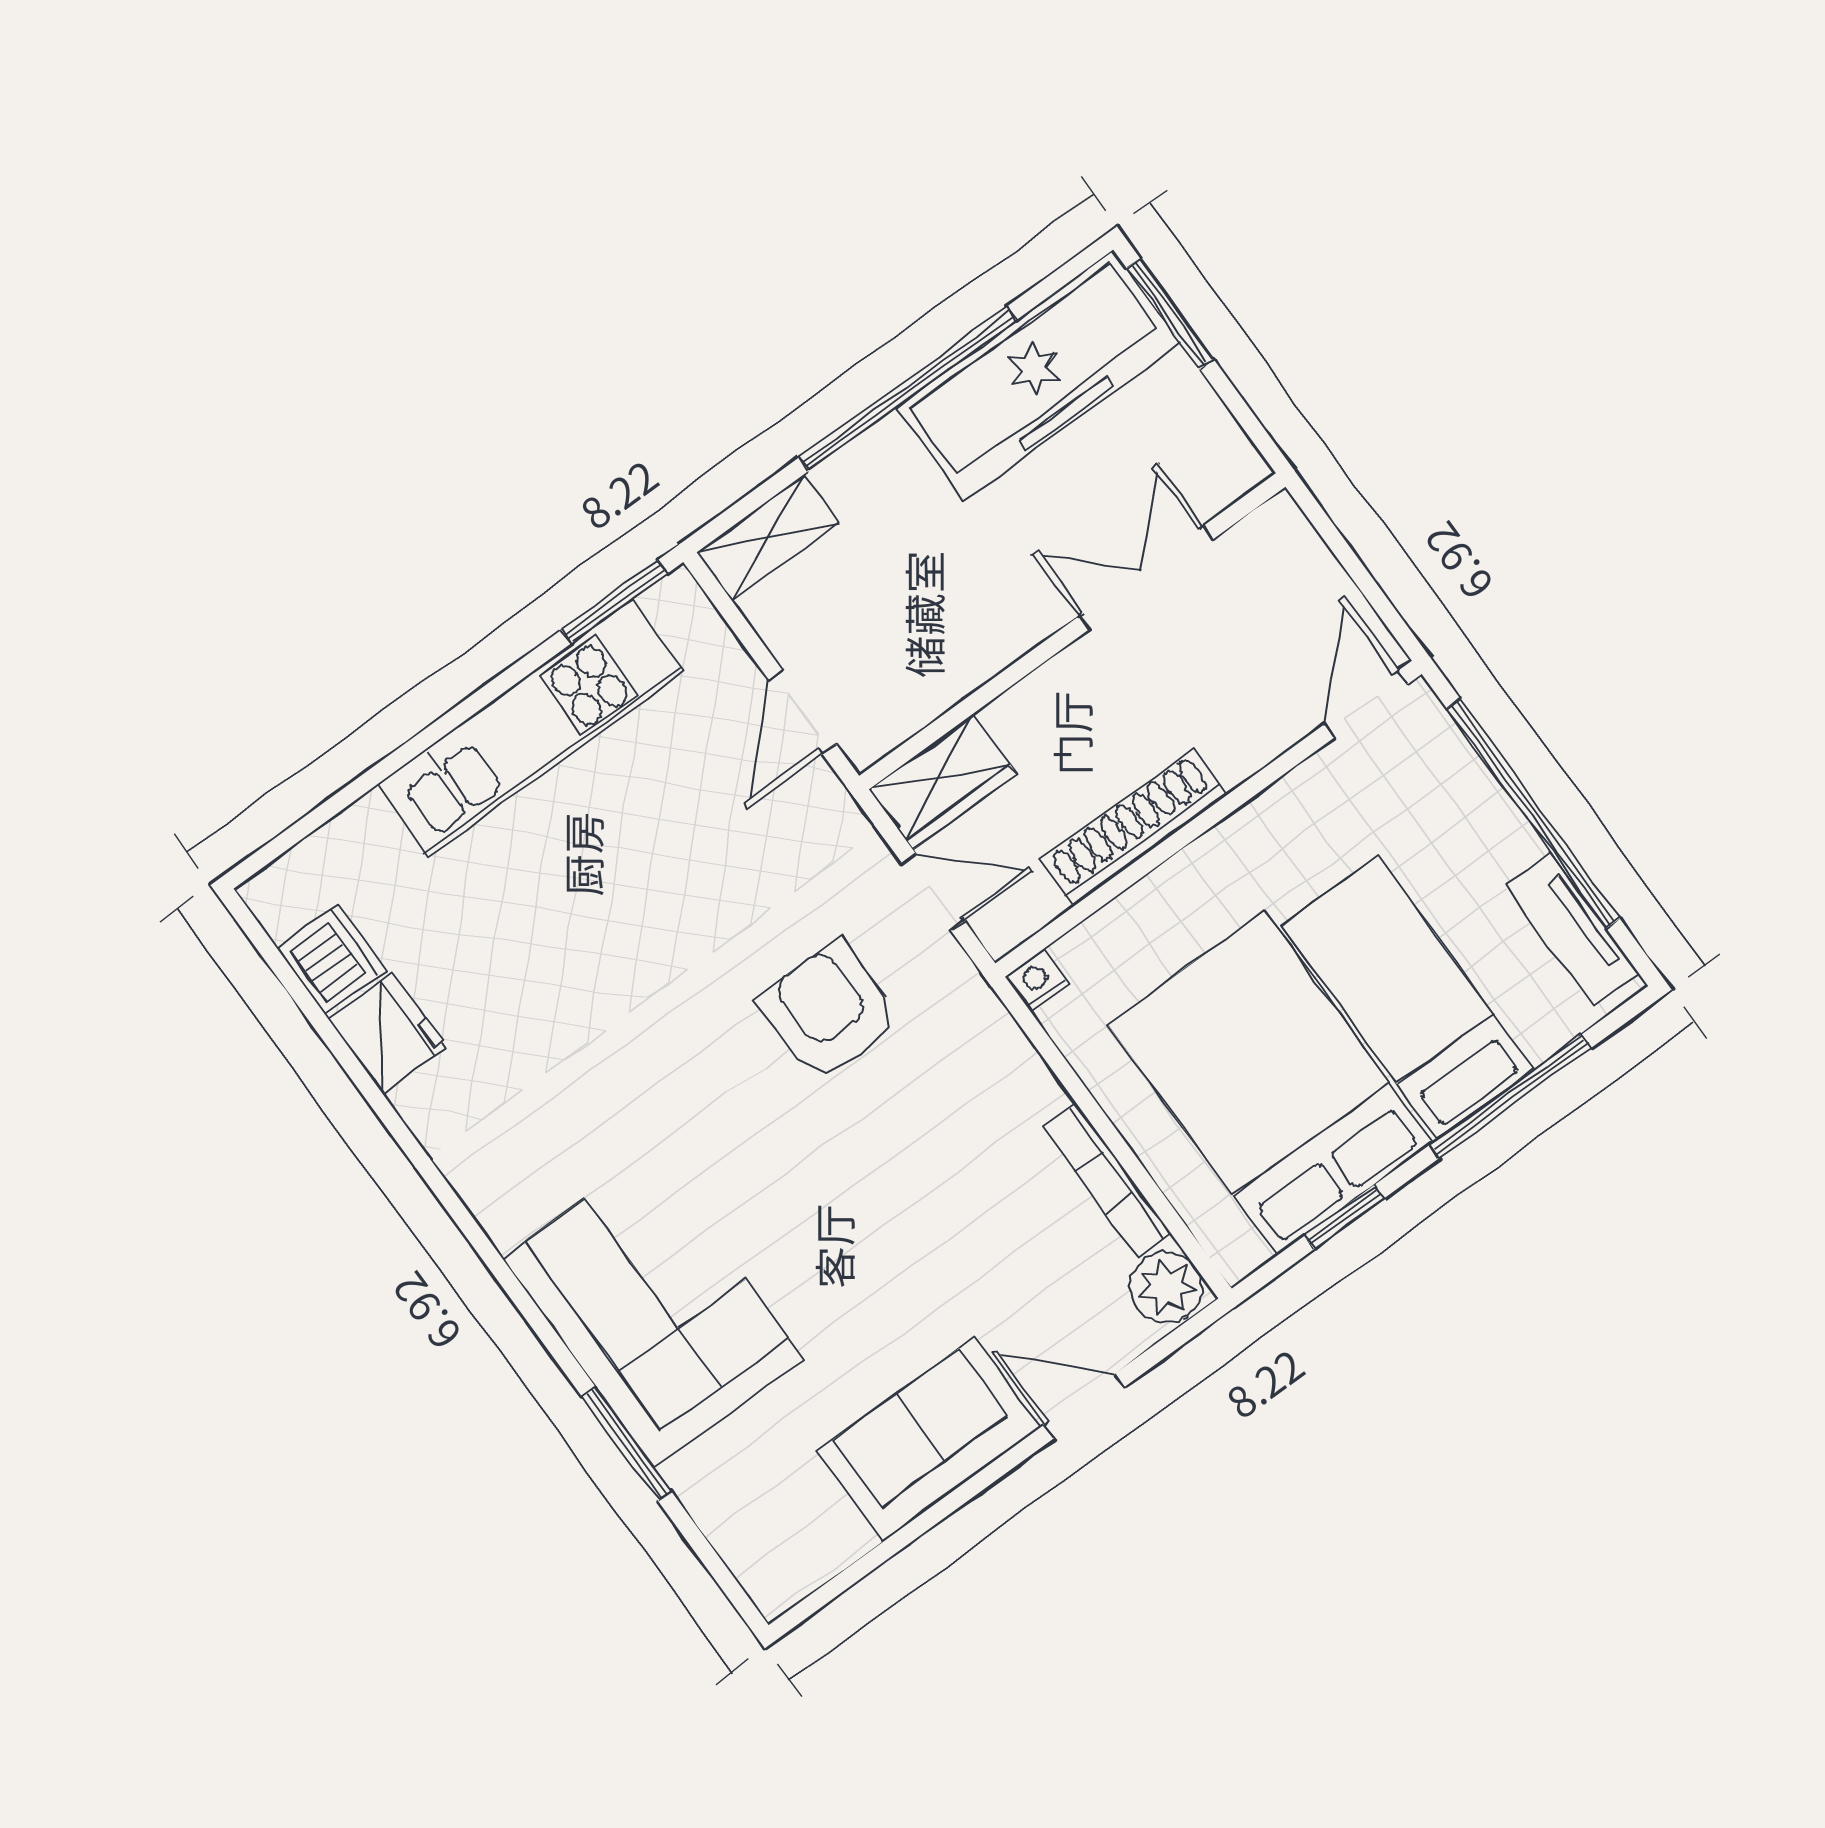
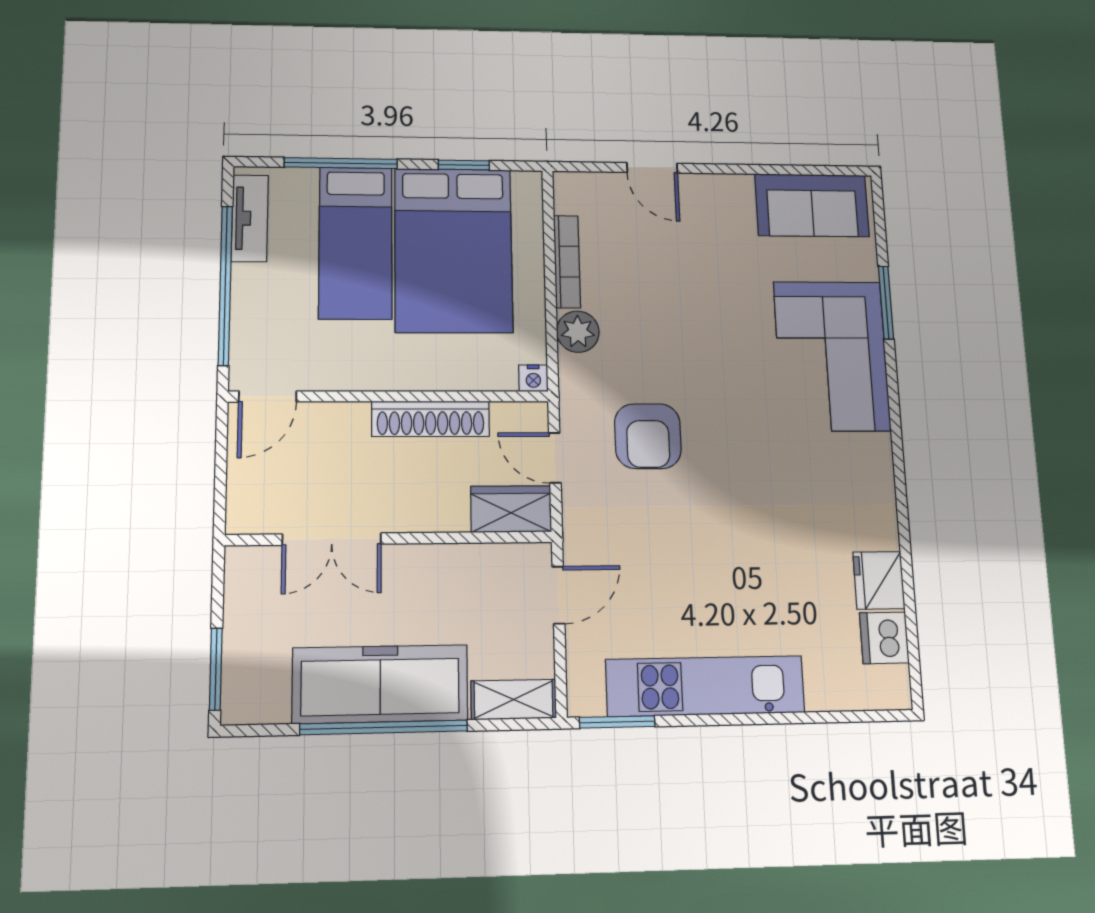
freezer: (1038, 375) -> (380, 684), moved
plant: (1166, 1287) -> (578, 332), moved
sofa: (929, 1439) -> (812, 205), moved

